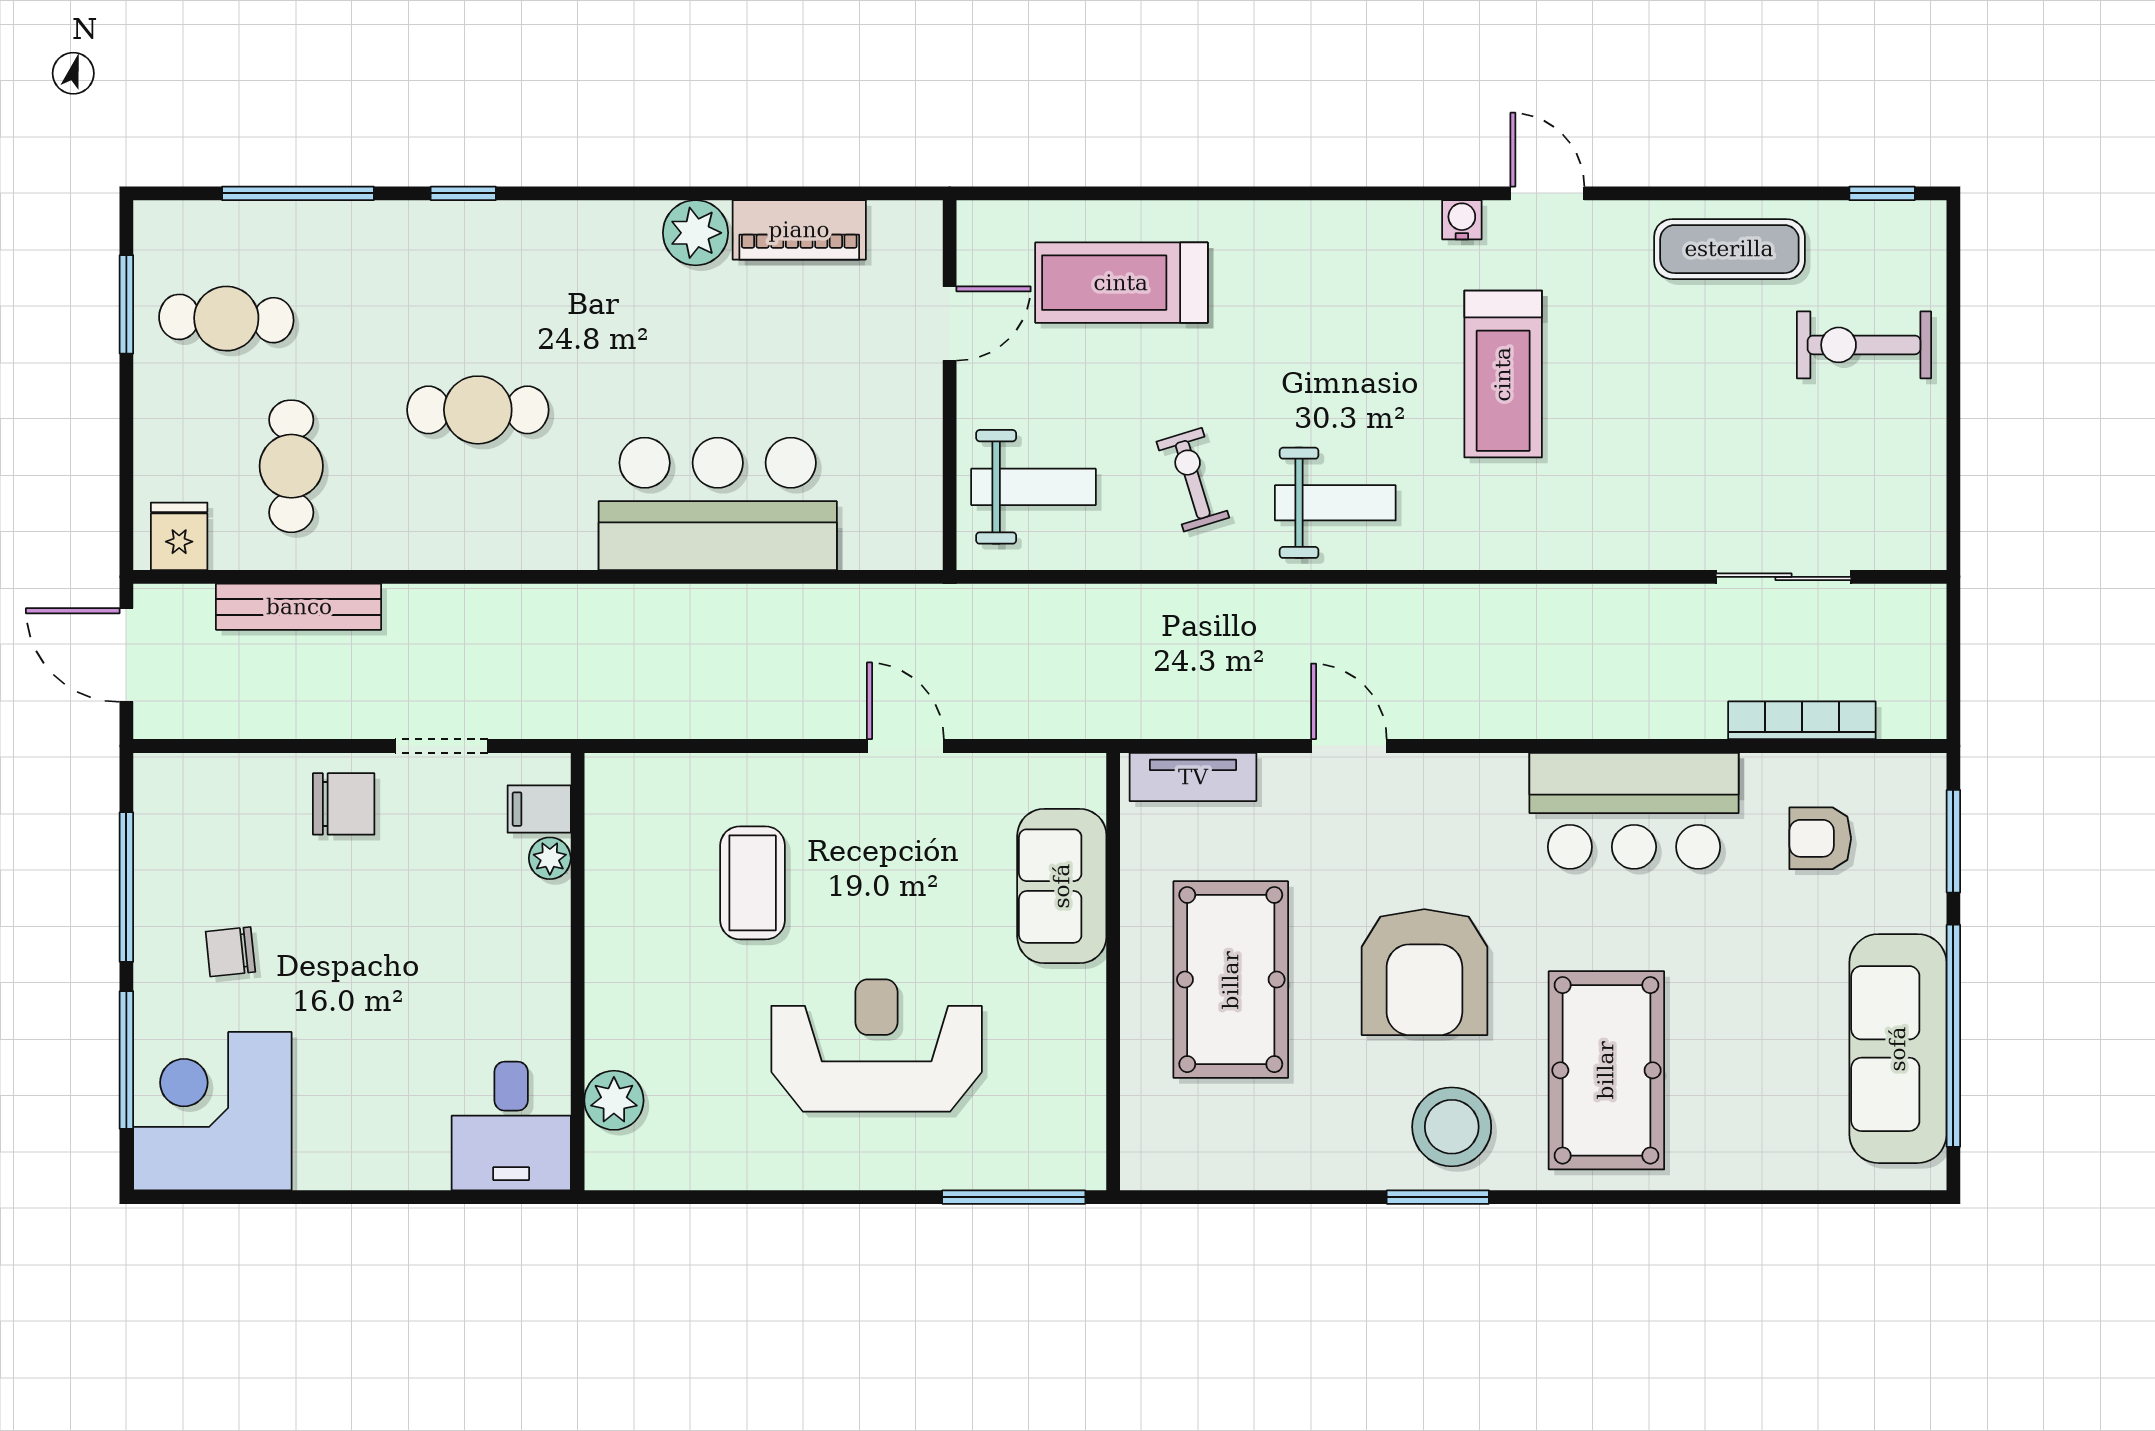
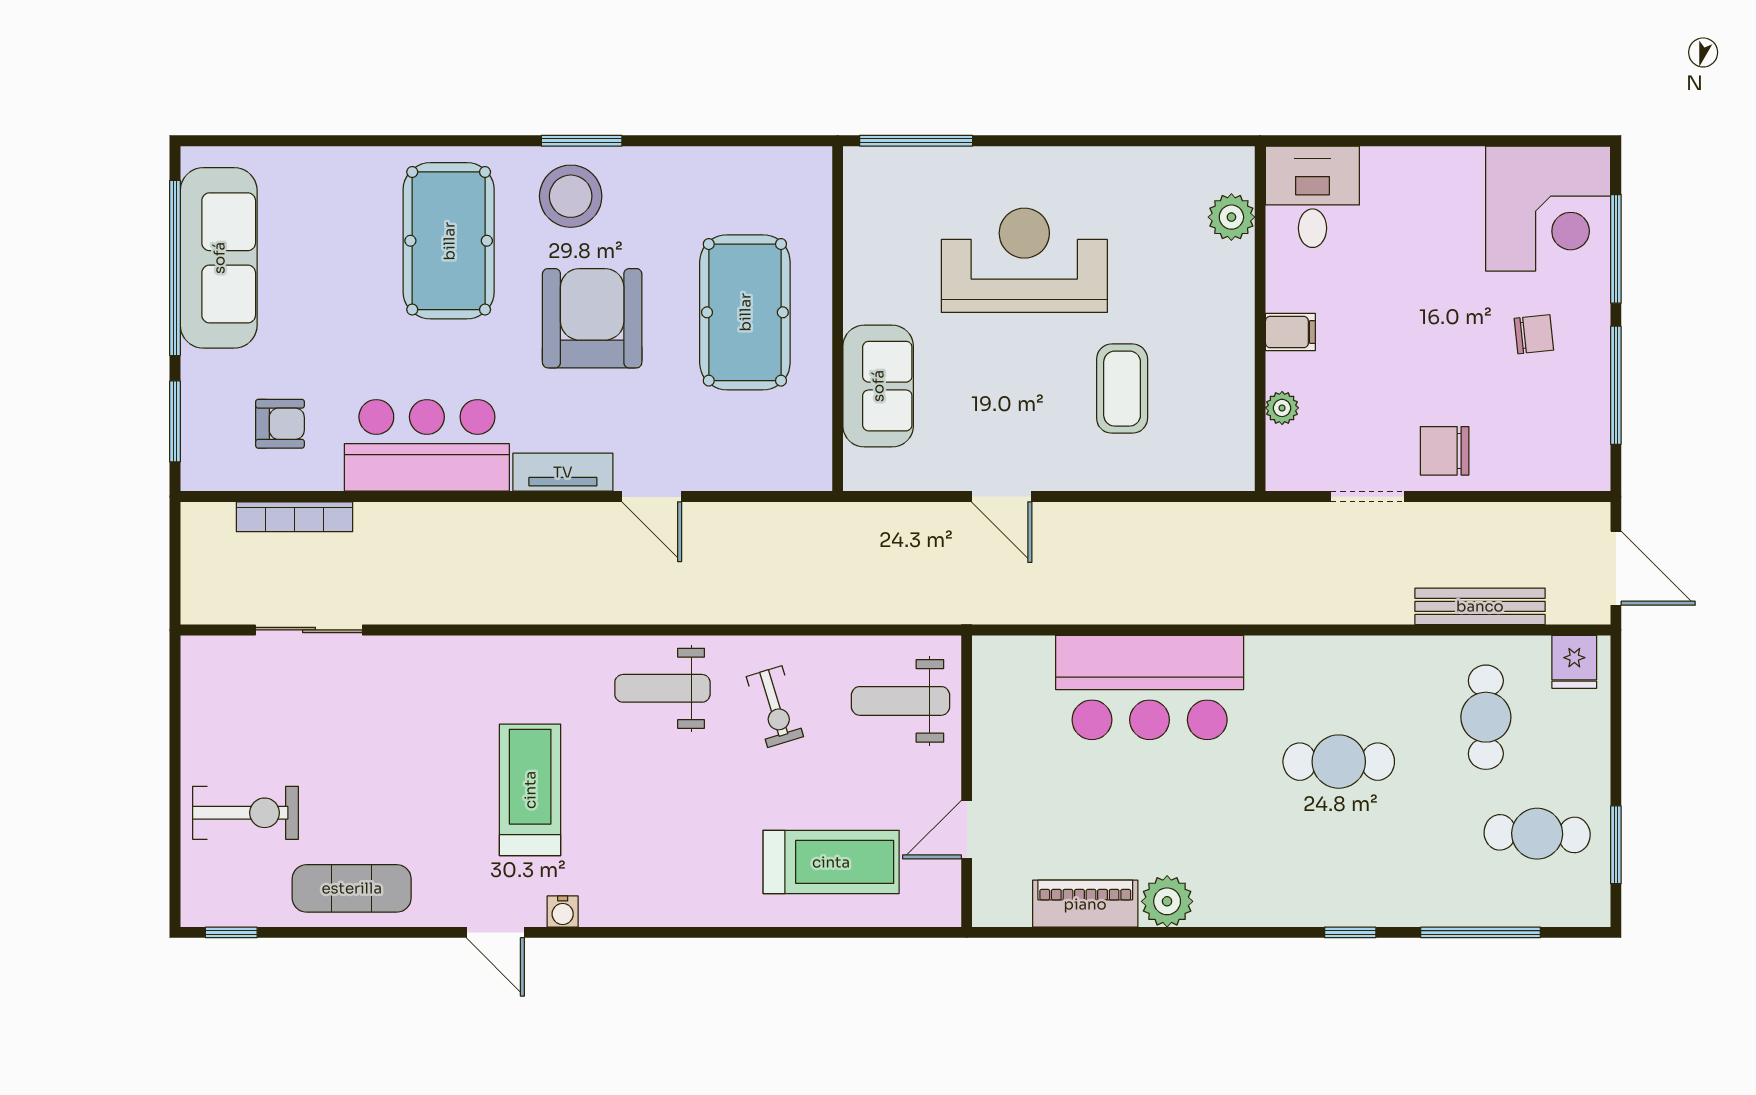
tv unit: (1193, 777) -> (563, 472), moved
filing cabinet: (539, 809) -> (1290, 332), moved
reception desk: (877, 1046) -> (1024, 260), turned 180

